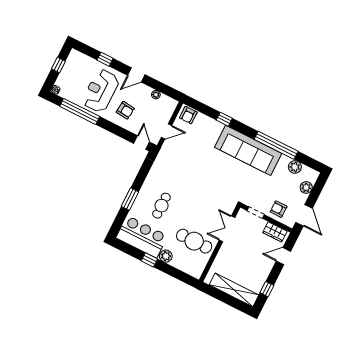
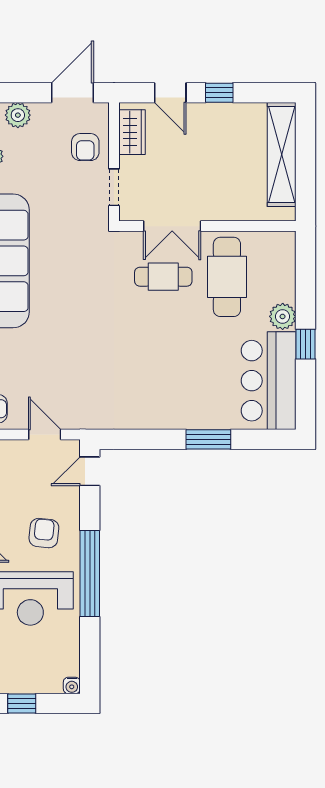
window: (80, 111) -> (90, 574), moved
cafe table: (162, 206) -> (163, 277), moved
window: (267, 289) -> (219, 93), moved

